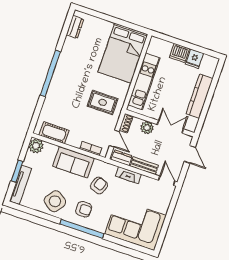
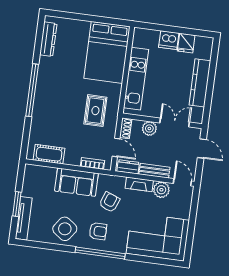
dresser: (75, 27) -> (48, 39), width x1.44
rug: (103, 102) -> (95, 111), turned 90
plant: (36, 146) -> (161, 190), moved

